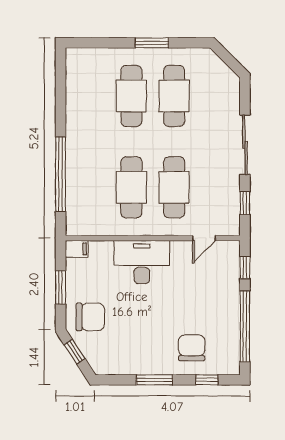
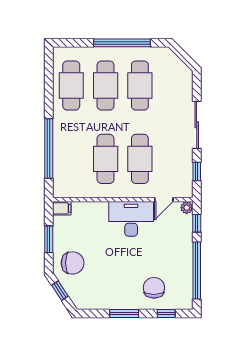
window: (152, 43) -> (122, 43), width x2.11
cafe table: (89, 96) -> (71, 86), added
plant: (232, 248) -> (187, 208), added
desk: (142, 262) -> (131, 219), moved

